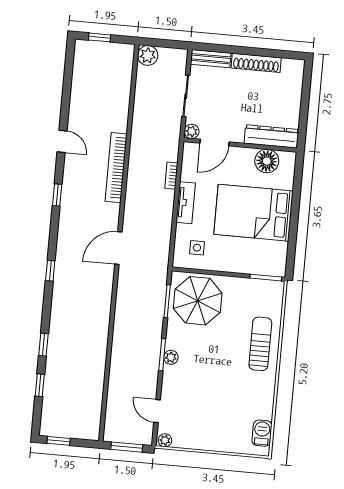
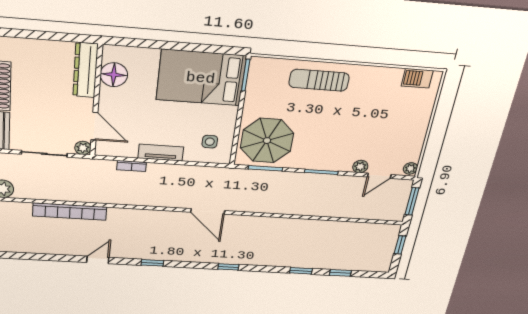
bookcase: (116, 168) -> (70, 212), moved
bed: (254, 213) -> (201, 78), moved, turned 90
plant: (171, 357) -> (360, 167), moved
window: (59, 441) -> (400, 245), moved

